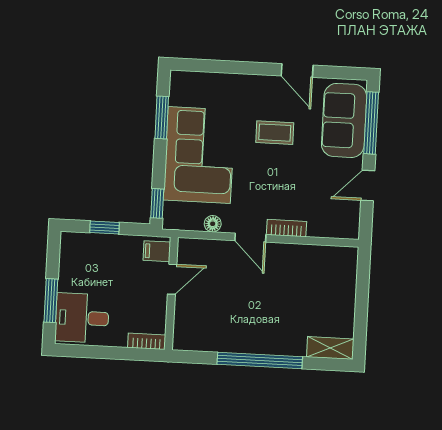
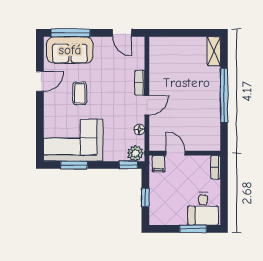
corner sofa: (199, 155) -> (73, 140), moved
door: (368, 185) -> (122, 33), moved
plant: (175, 215) -> (135, 153), added

